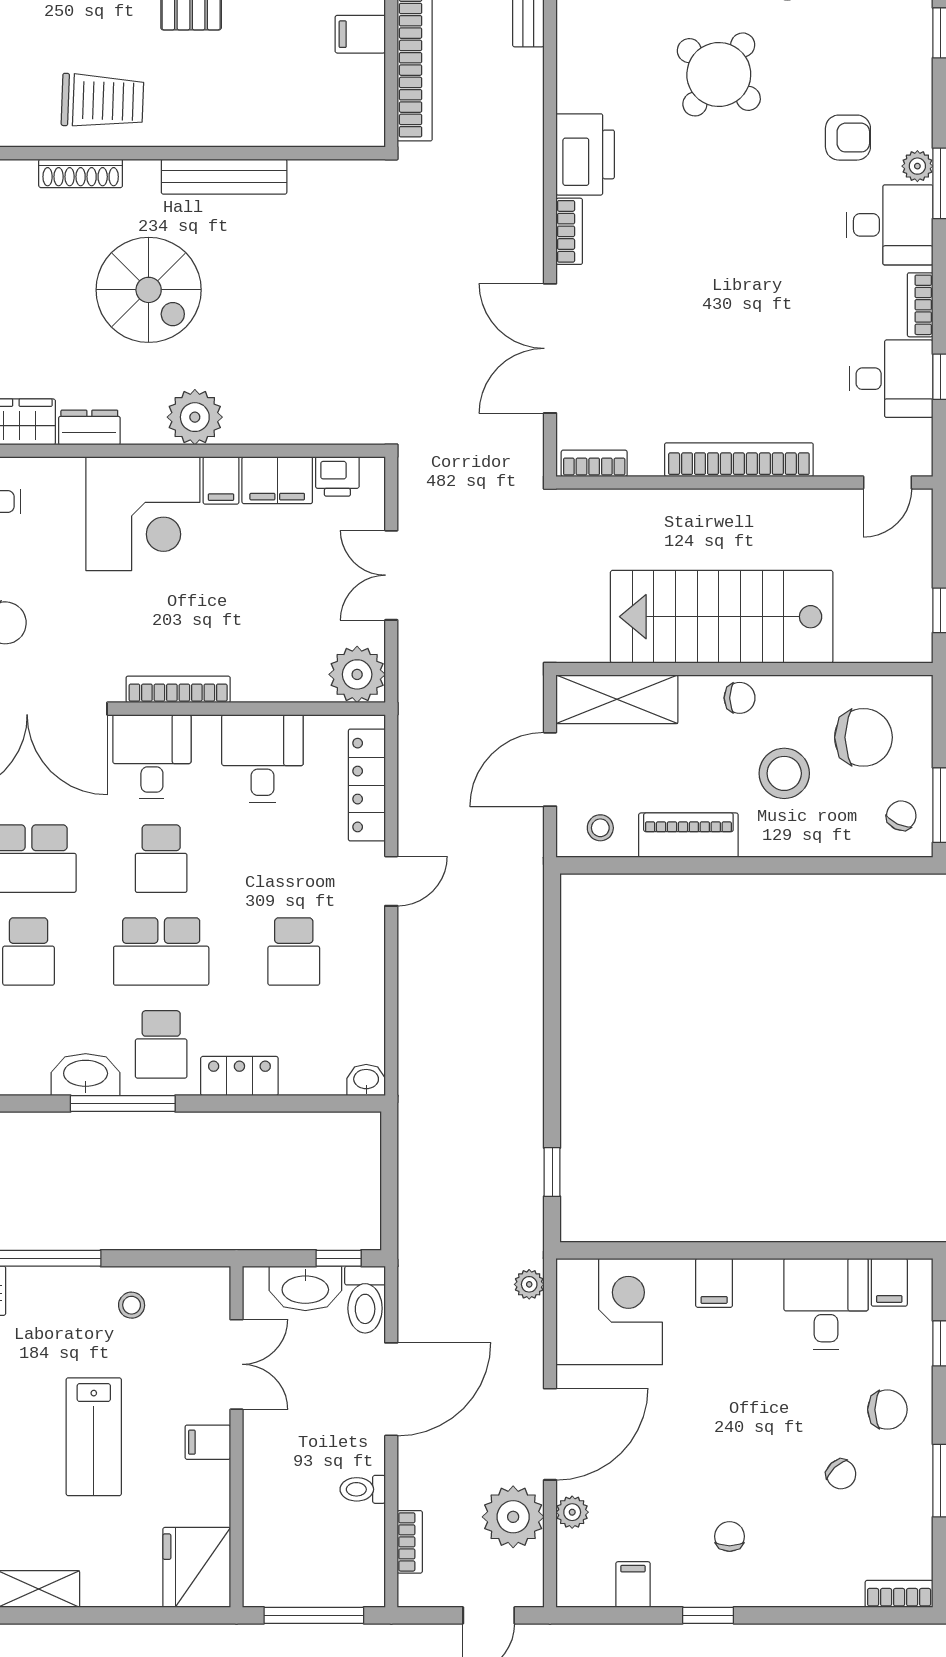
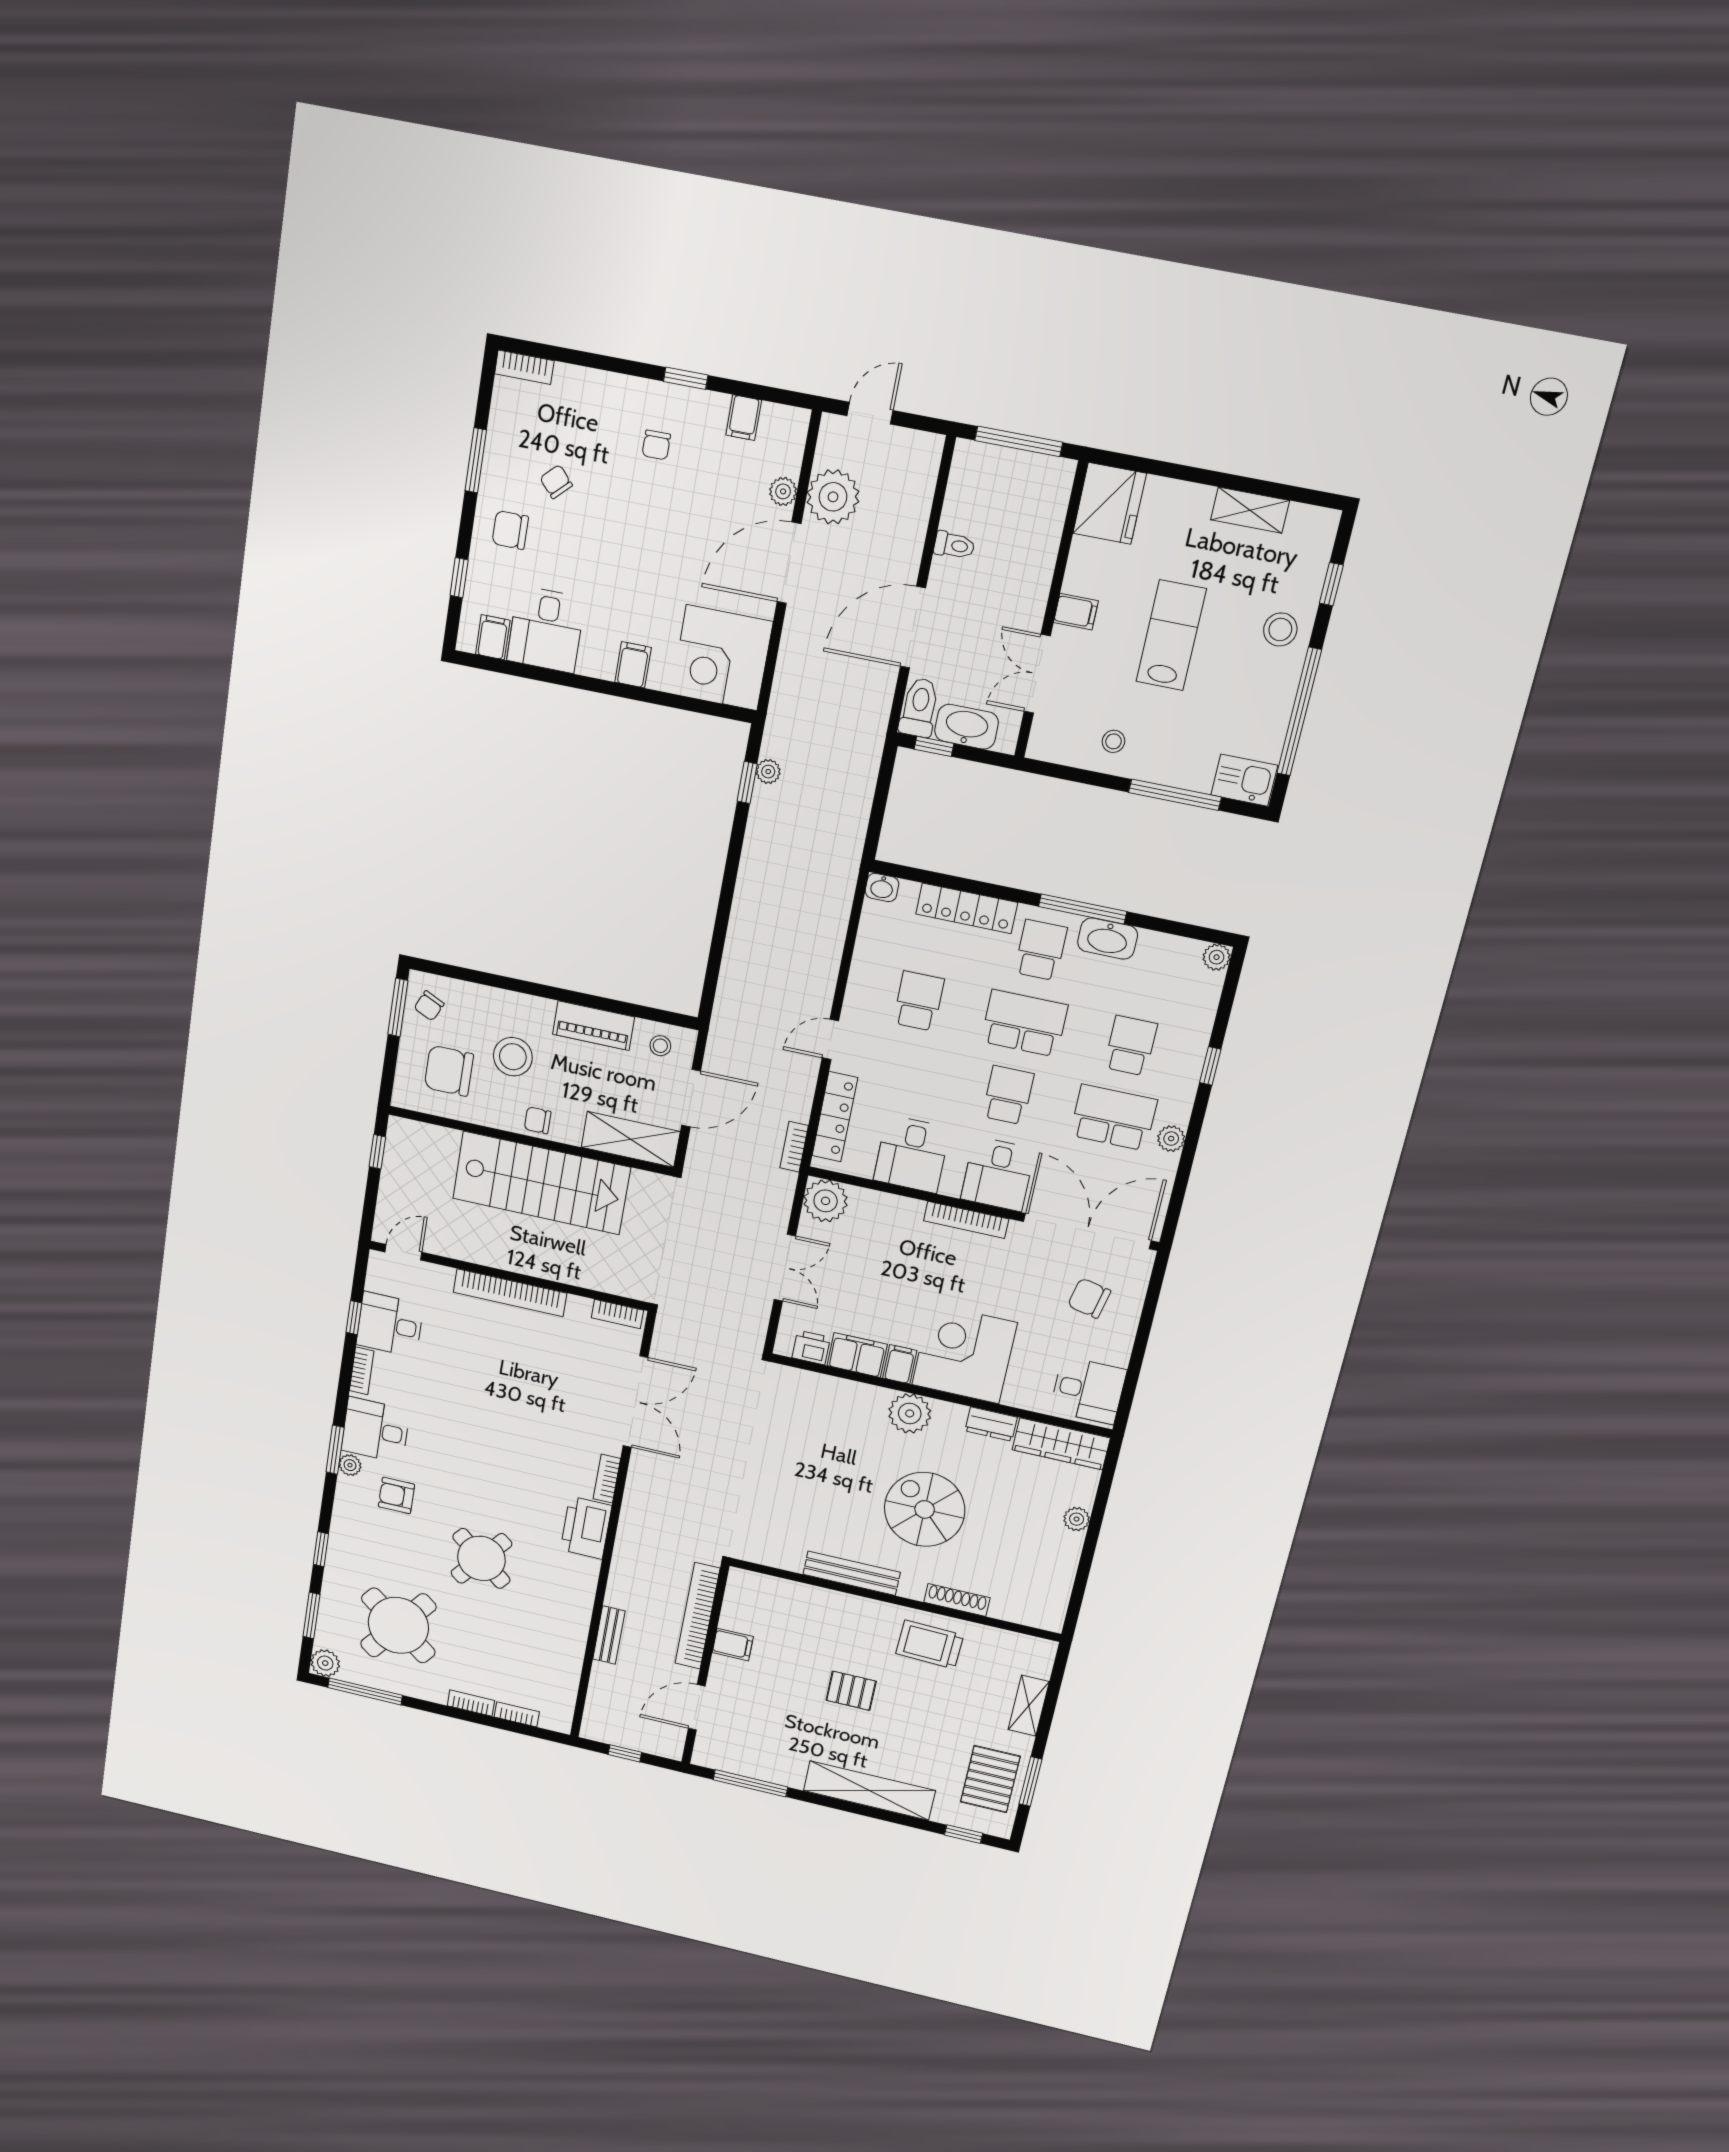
locker: (239, 1076) -> (967, 908), width x1.53
plant: (529, 1284) -> (768, 772), moved
bookcase: (410, 1542) -> (794, 1147), moved

